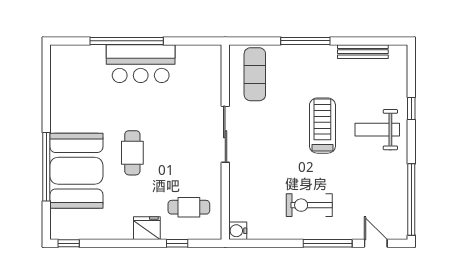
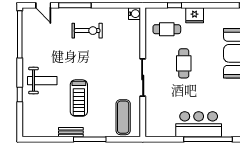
bench: (363, 52) -> (71, 132), moved, width x0.73
treadmill: (322, 126) -> (79, 98), moved
cafe table: (132, 153) -> (184, 63), moved

